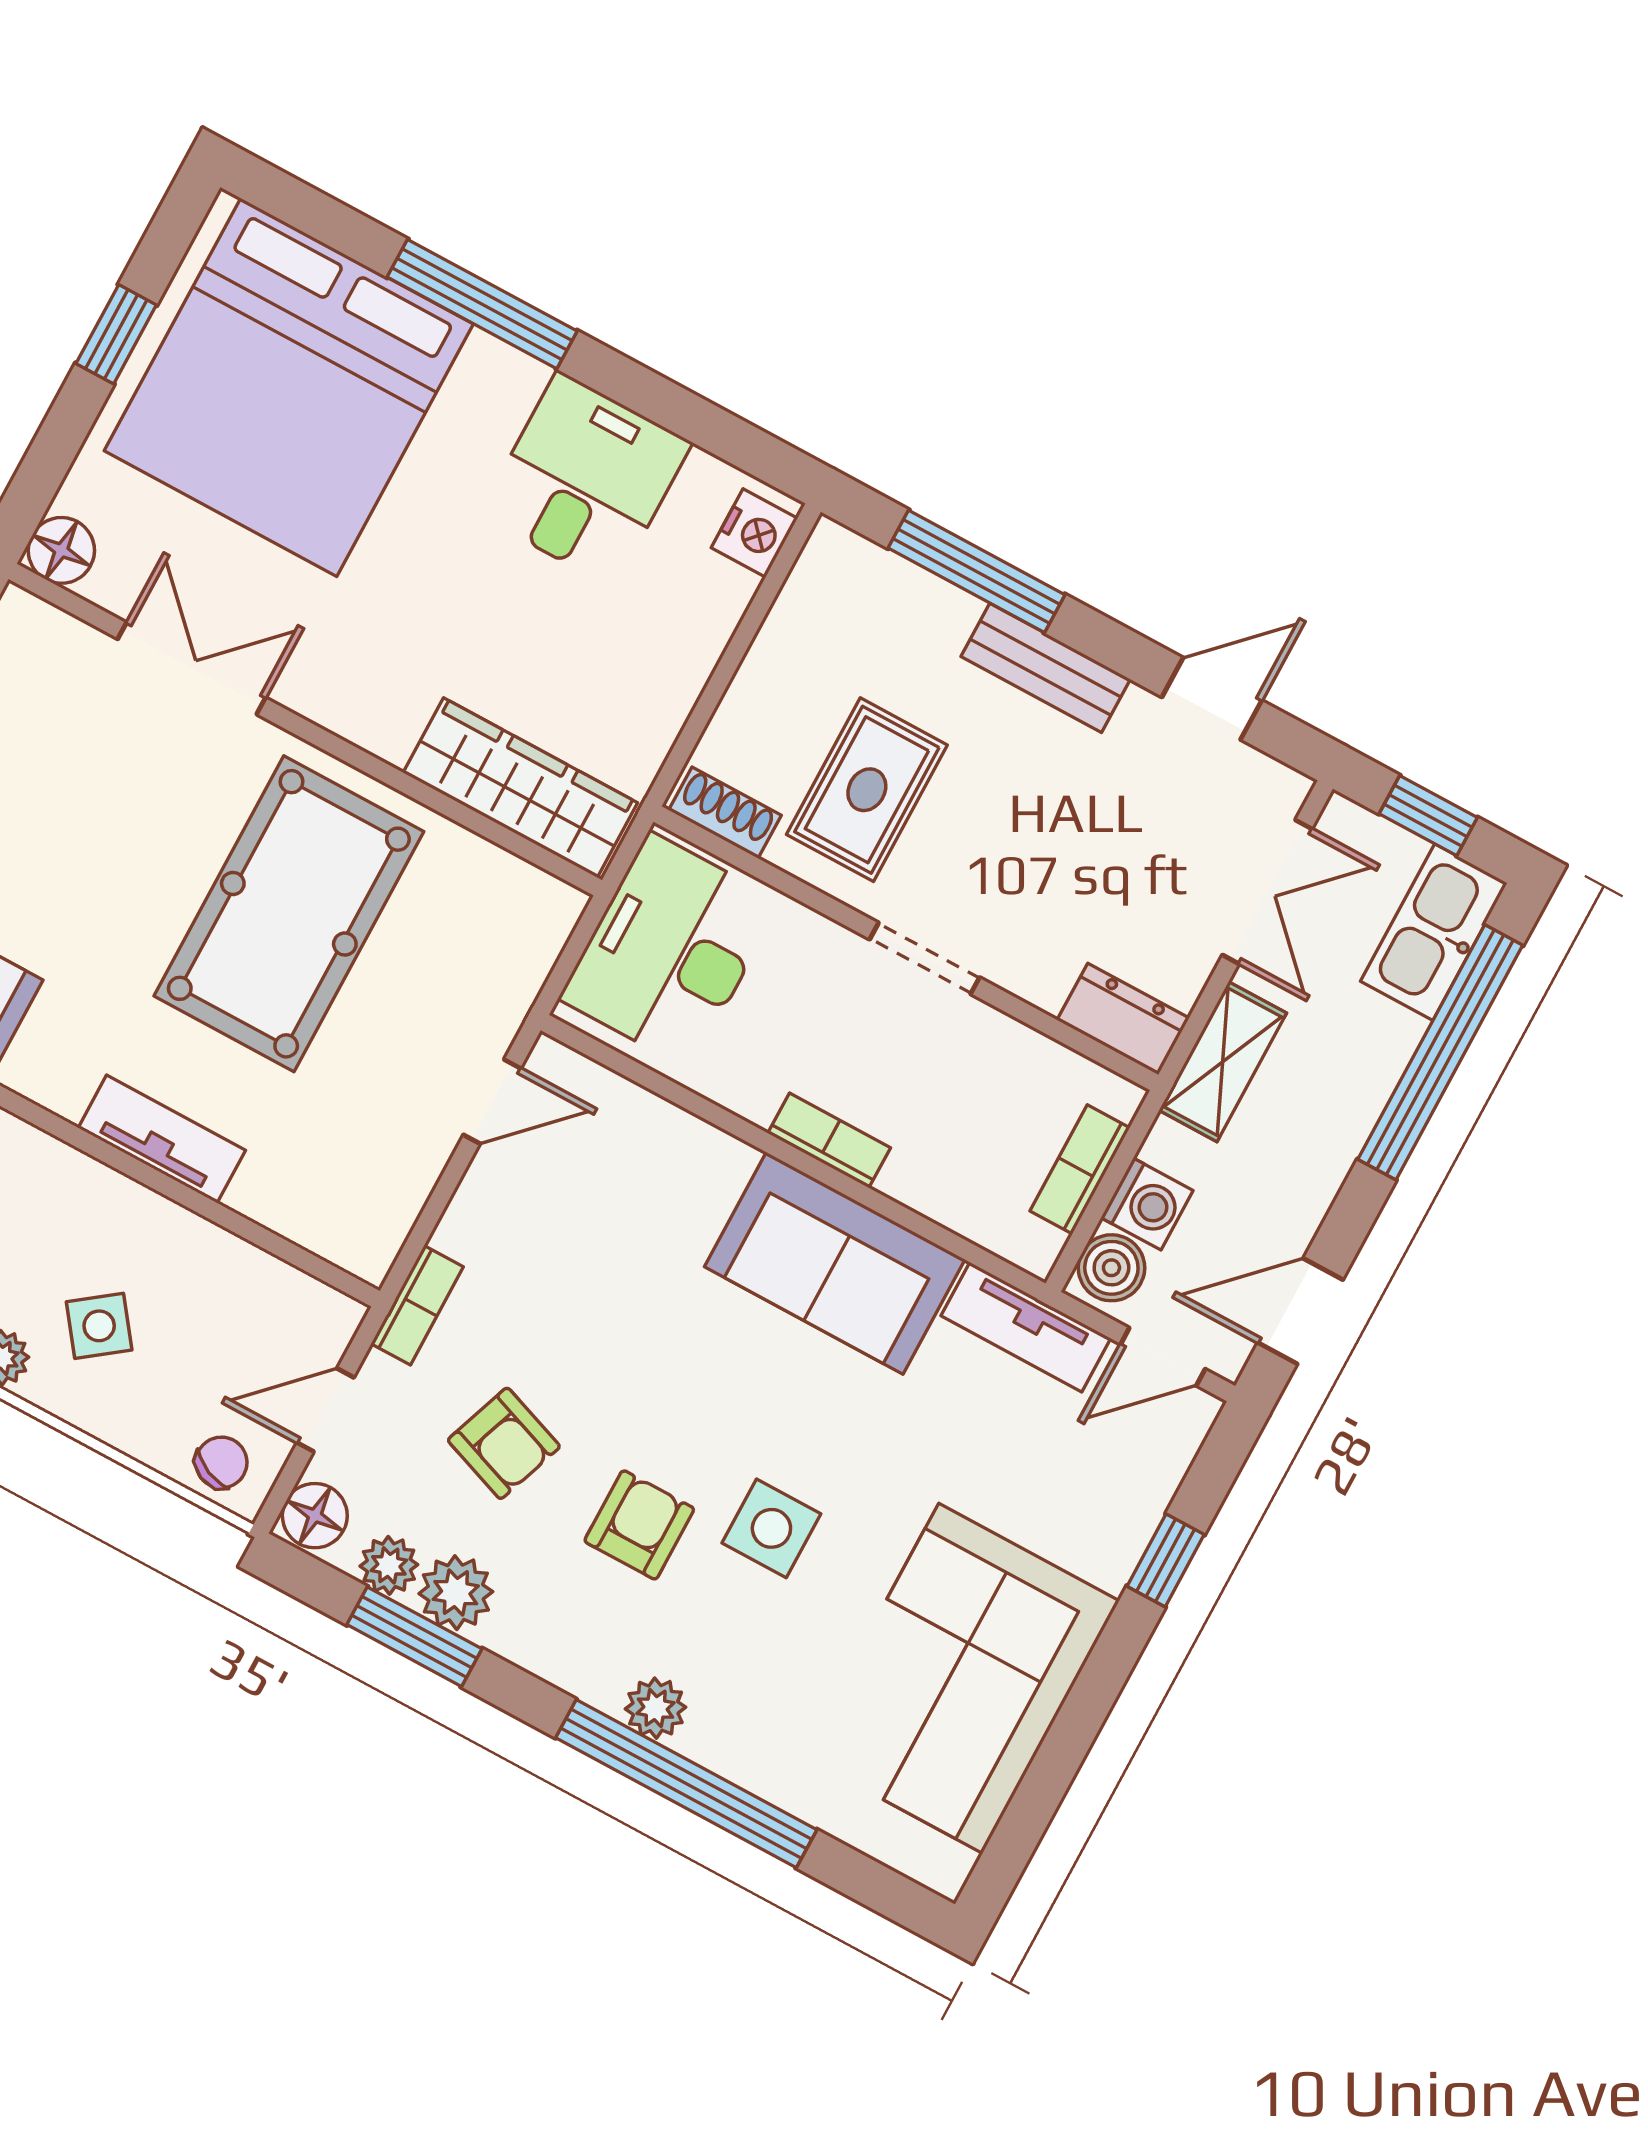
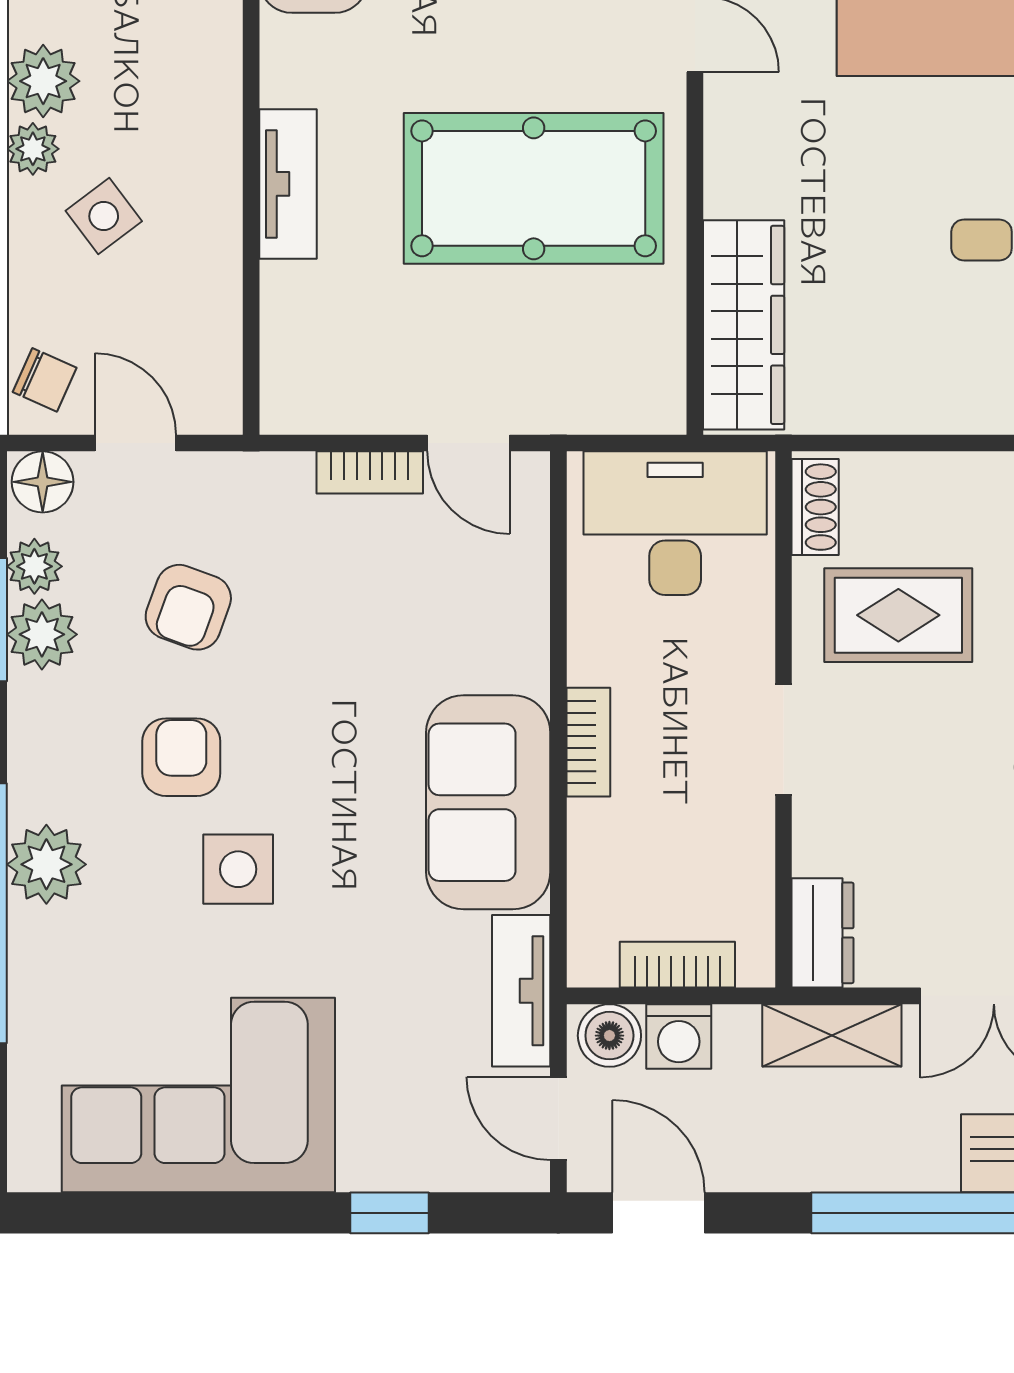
bookcase: (417, 1305) -> (370, 472), moved
armchair: (639, 1525) -> (181, 757), turned -90
plant: (656, 1708) -> (46, 864), width x1.38, depth x1.38

